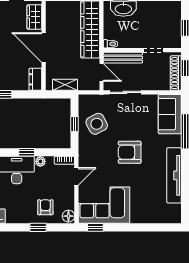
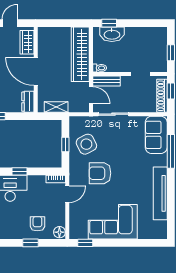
bench: (123, 58) -> (107, 81), width x0.73
armchair: (130, 152) -> (100, 173), moved
plant: (40, 161) -> (33, 180), removed
corner sofa: (104, 205) -> (113, 222), moved

